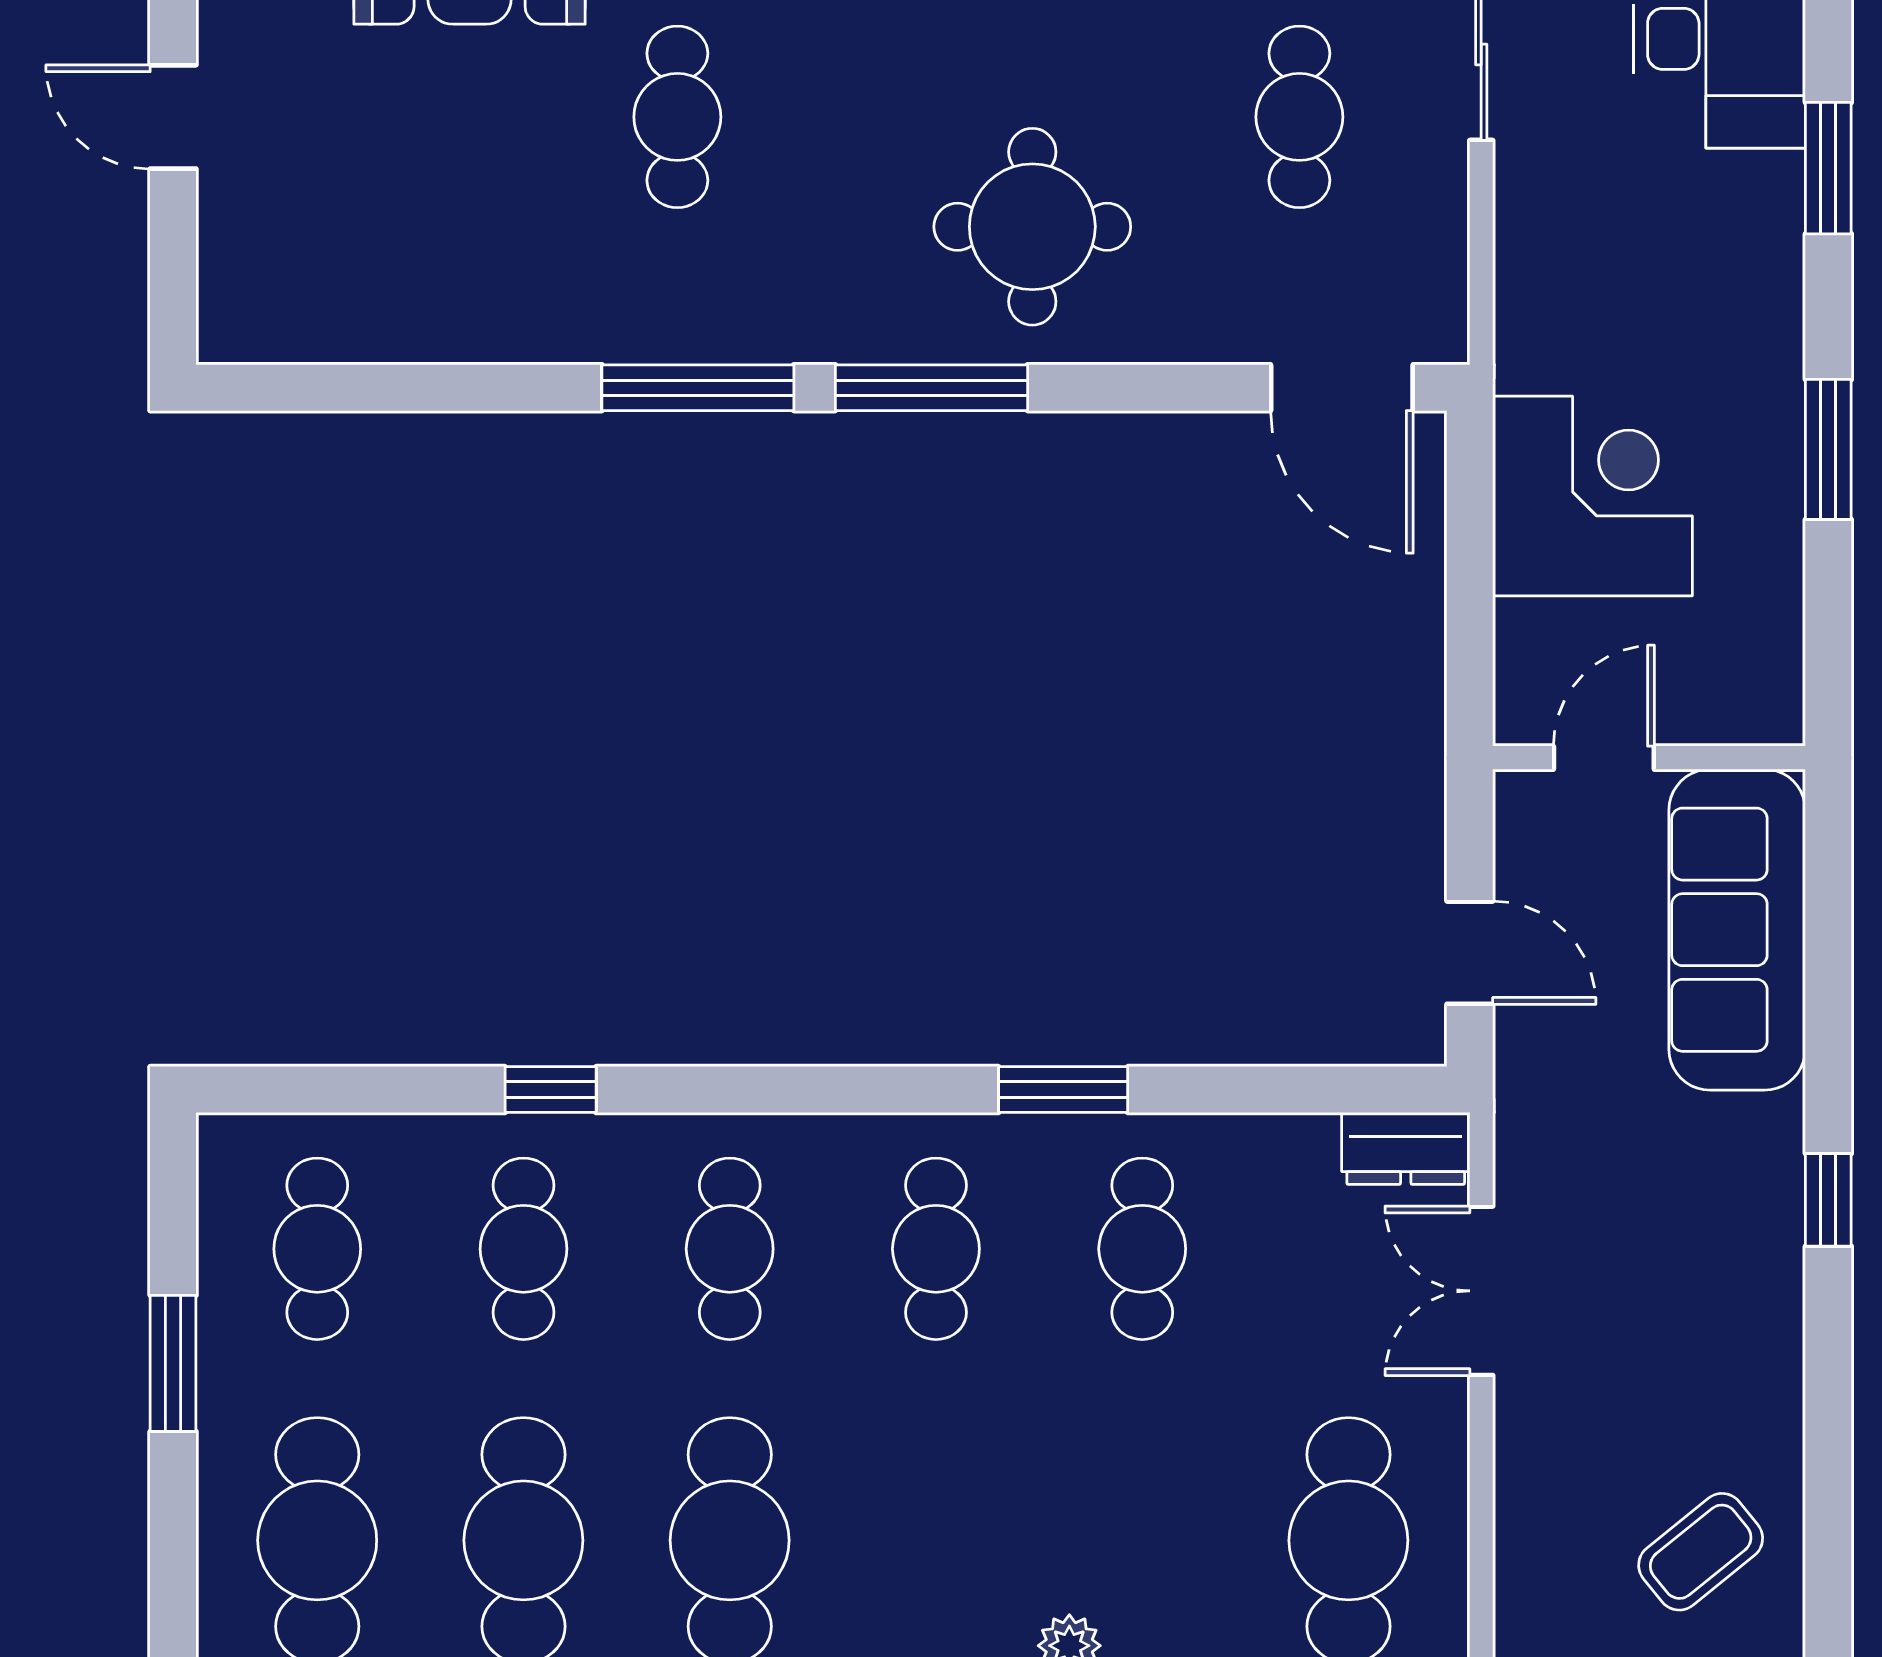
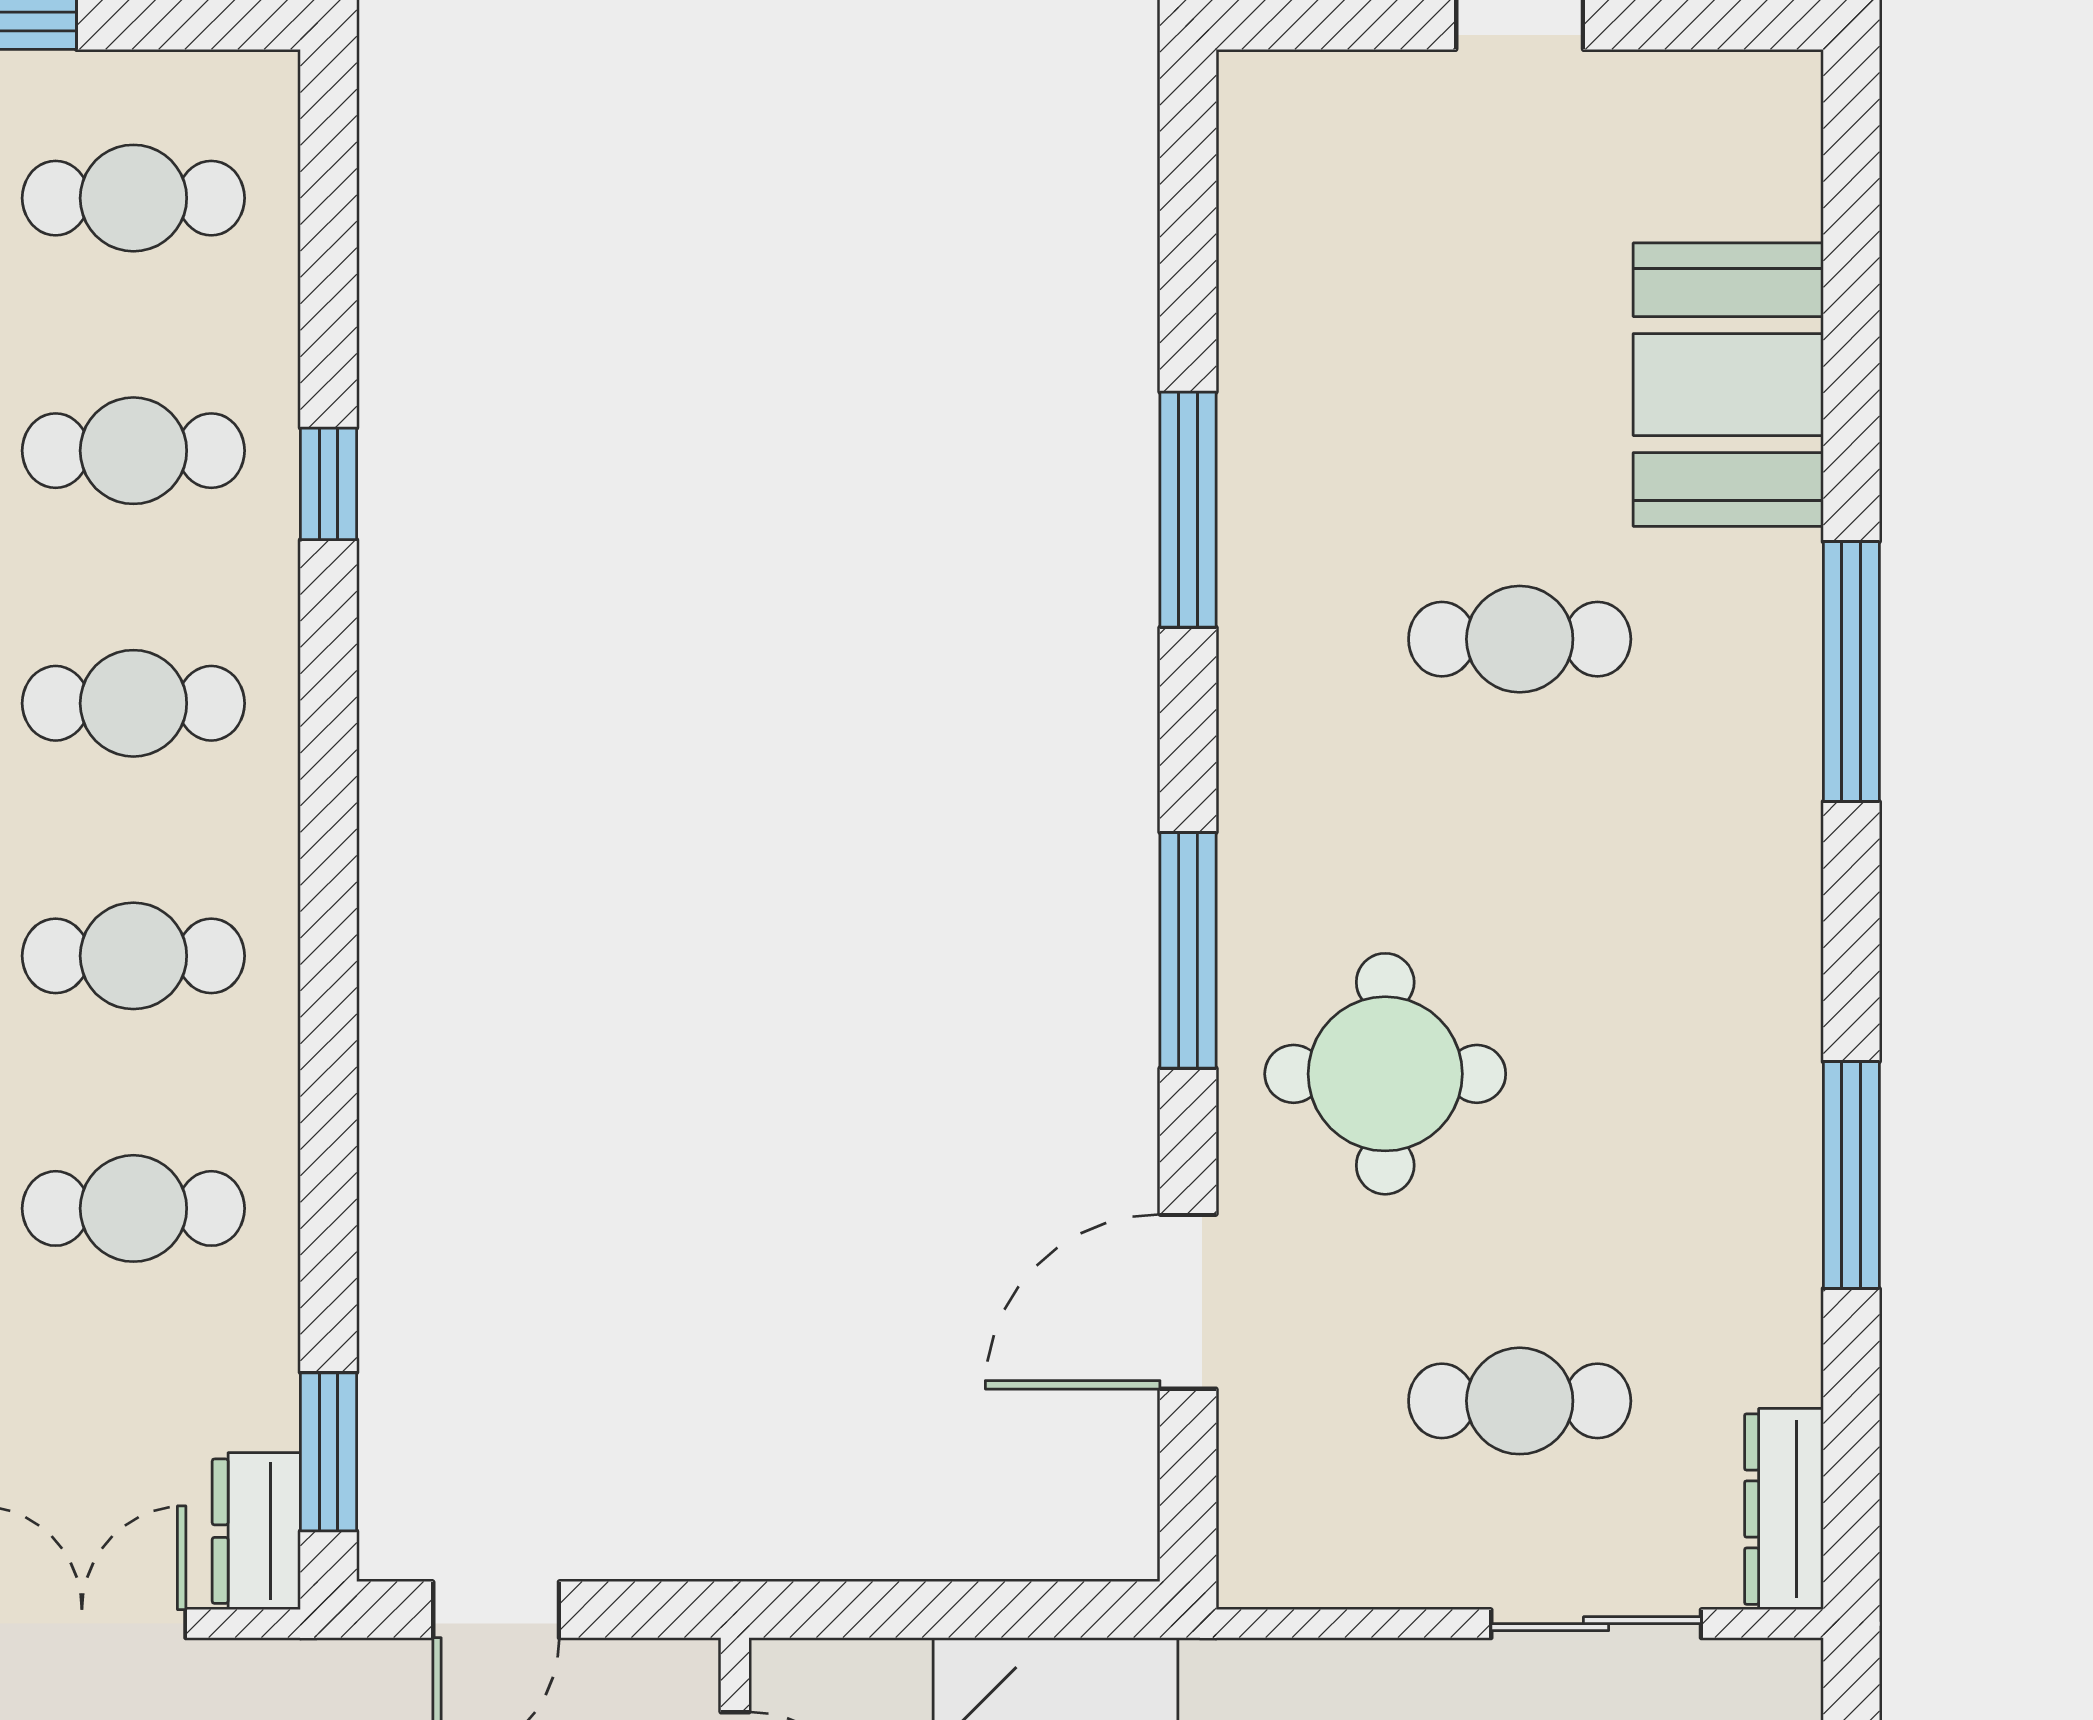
window: (698, 388) -> (1188, 510), moved
door: (1342, 388) -> (1188, 1302), moved
window: (1063, 1090) -> (328, 1452), moved

